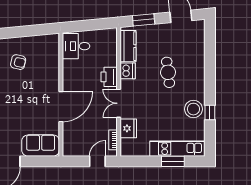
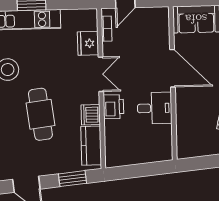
desk: (76, 46) -> (155, 108), moved
cafe table: (168, 72) -> (40, 114), width x1.37, depth x1.35
door: (61, 107) -> (172, 68), swing flipped

